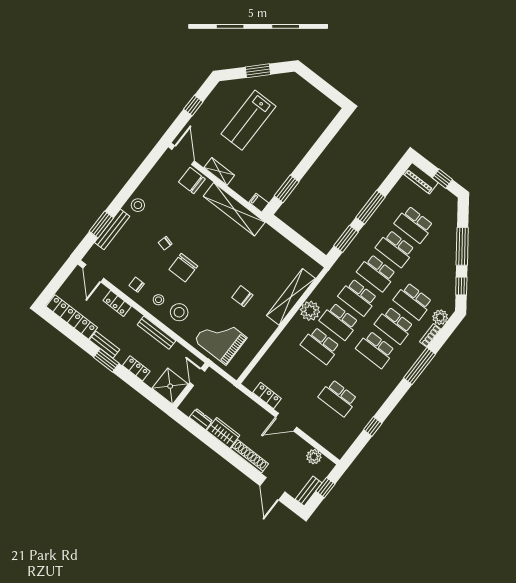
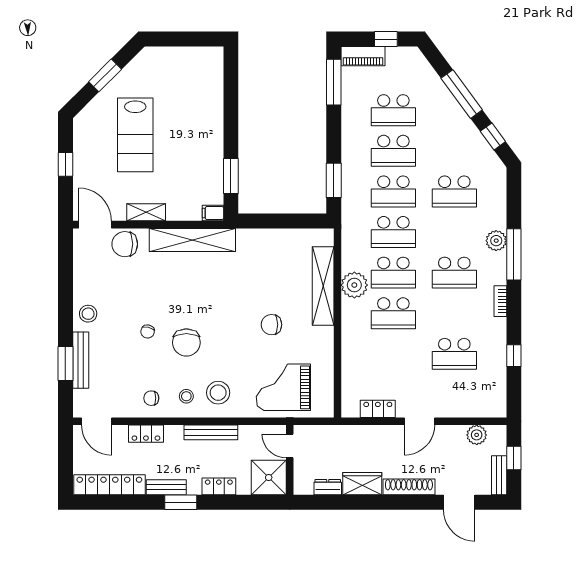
window: (371, 207) -> (334, 82), moved
plant: (440, 317) -> (496, 241), moved
school desk: (394, 325) -> (454, 232), removed
bookcase: (430, 335) -> (500, 301), moved

